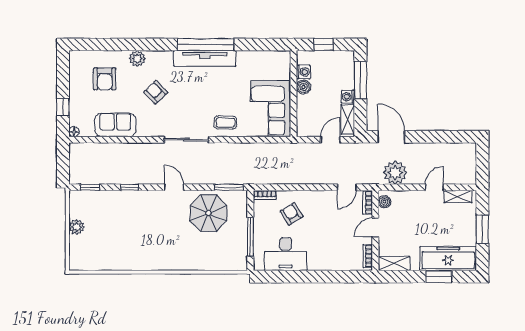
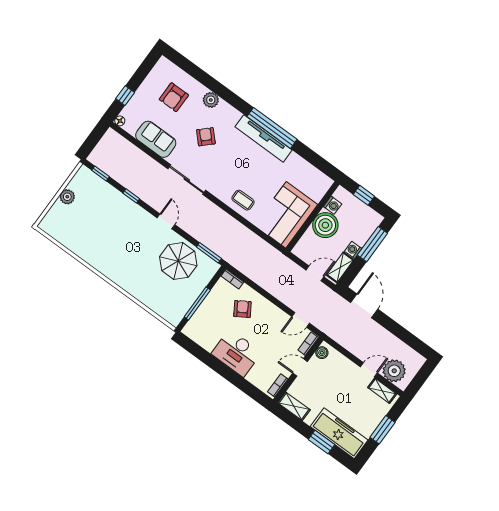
boiler: (303, 87) -> (325, 225), width x1.86, depth x1.86
sliding door: (186, 140) -> (187, 180), moved
plant: (395, 173) -> (394, 371), moved
desk: (286, 254) -> (236, 353), moved

